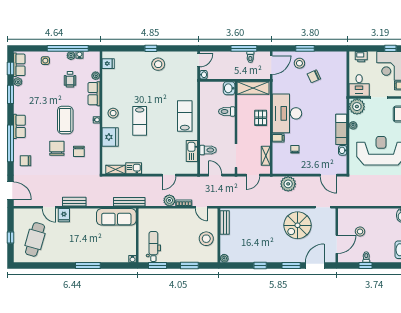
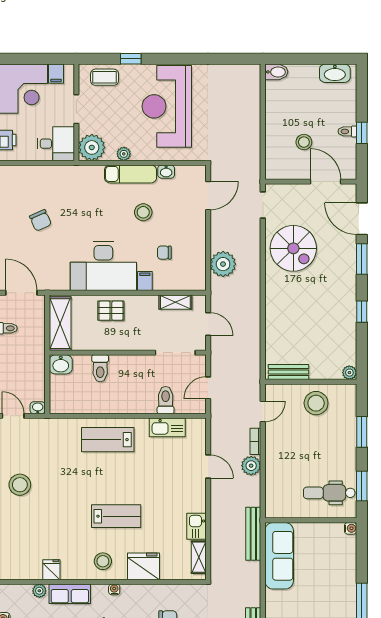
stool: (299, 63) -> (143, 212), moved
fridge: (108, 64) -> (51, 570), moved

